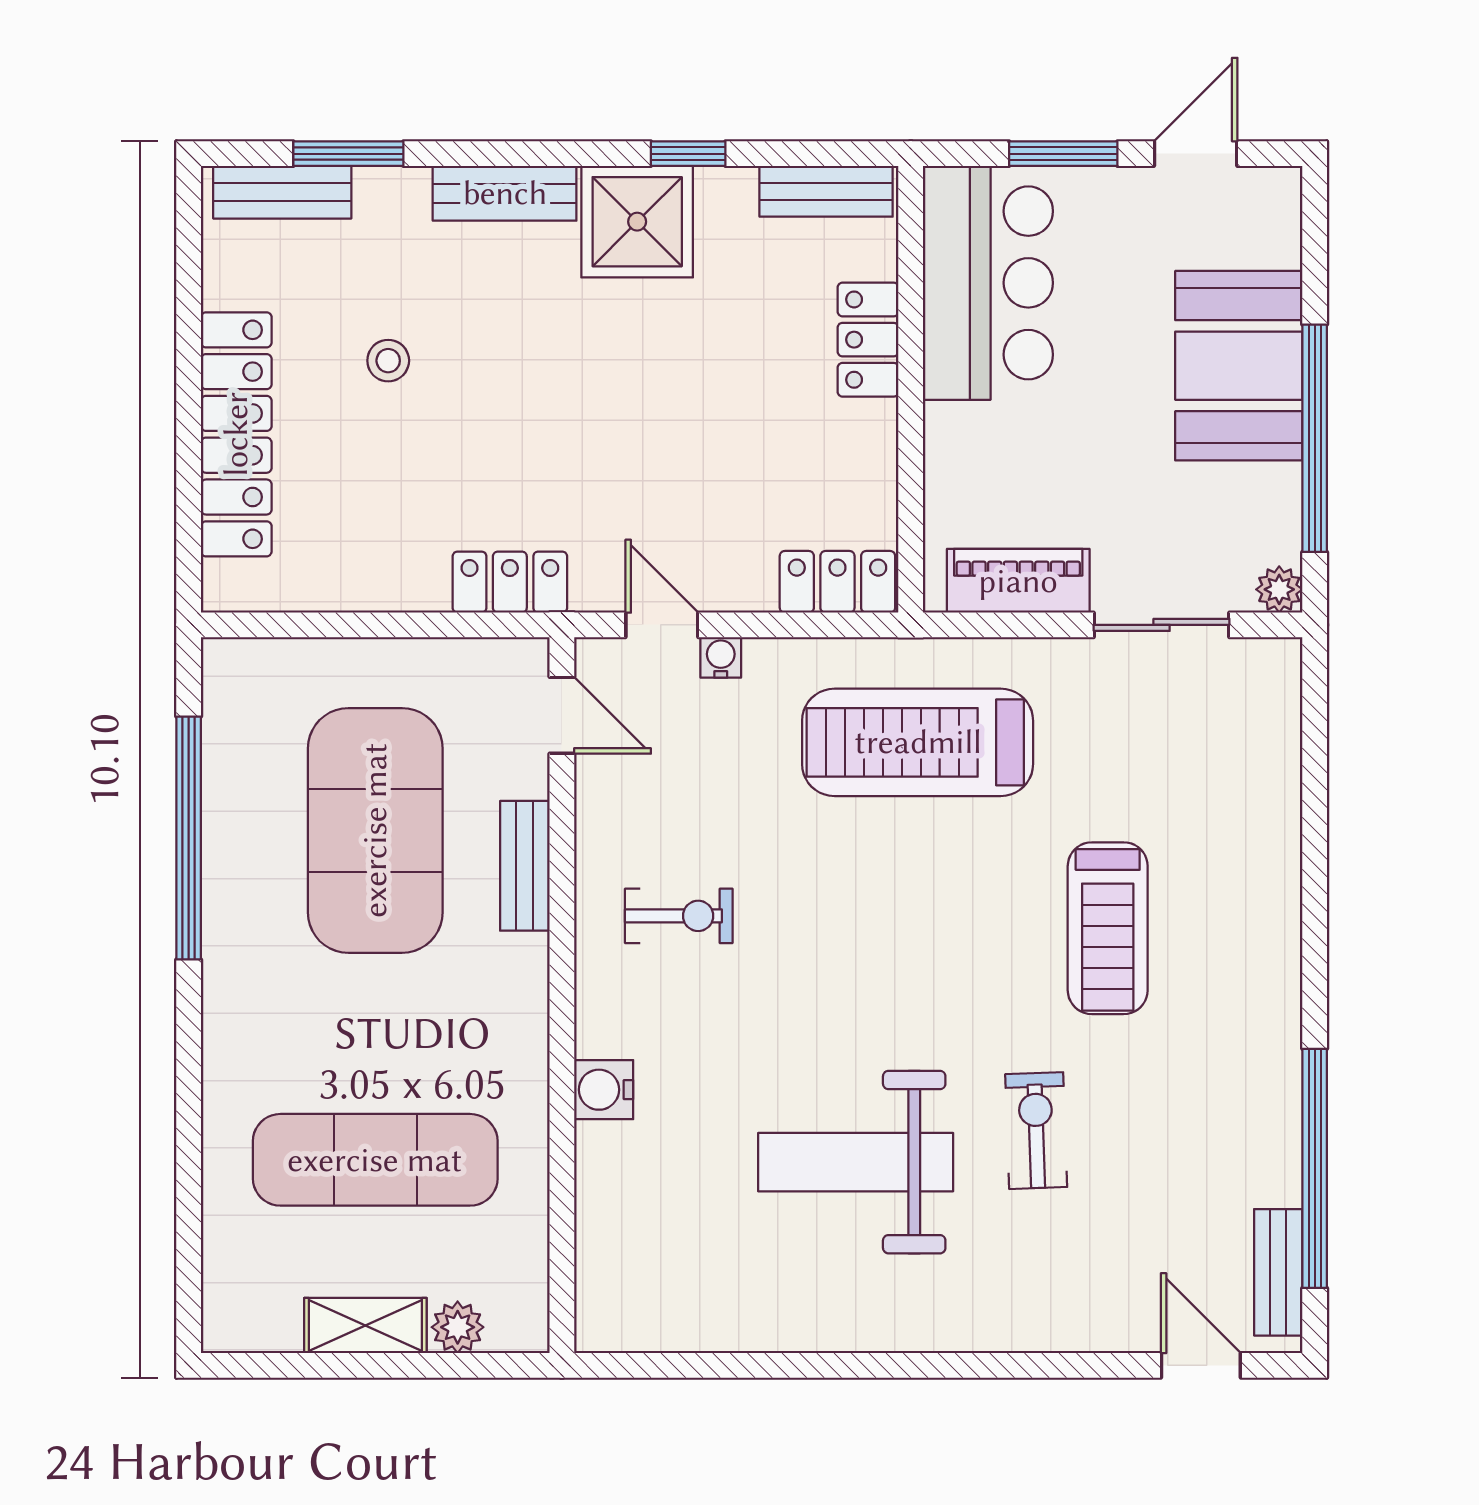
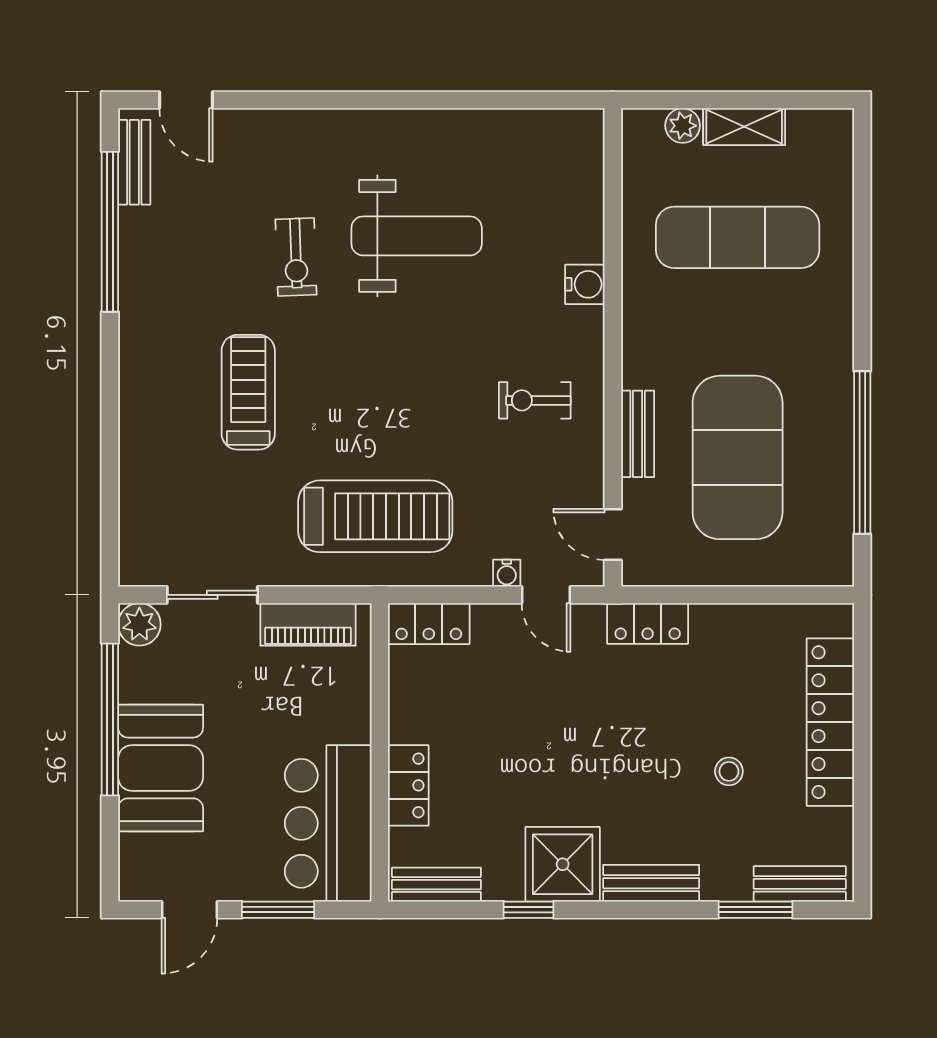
plant: (1279, 589) -> (139, 624), width x1.38, depth x1.38

